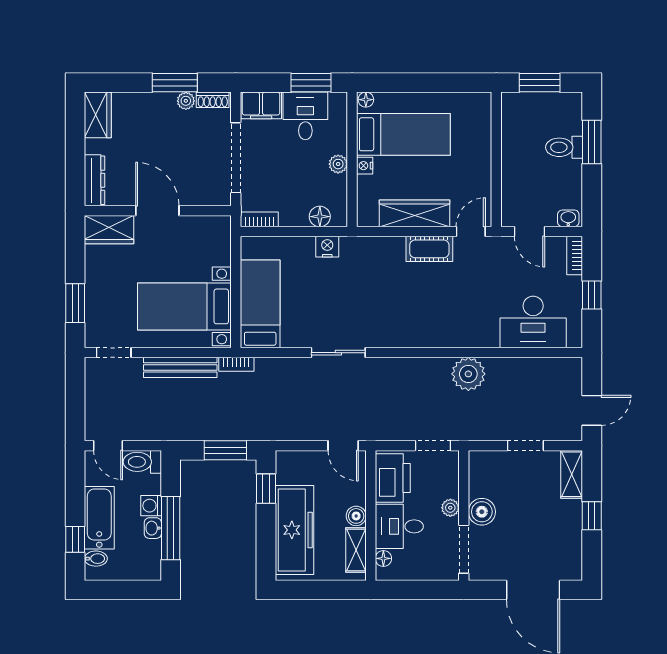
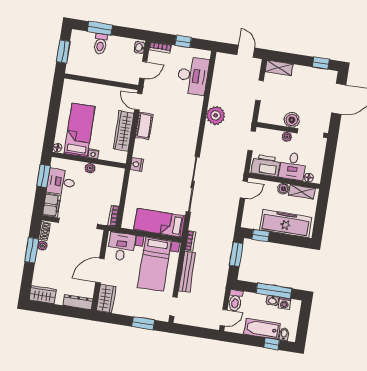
floor lamp: (320, 217) -> (117, 183), removed
desk: (206, 242) -> (121, 247), added
nightstand: (327, 247) -> (137, 164), moved
sliding door: (338, 353) -> (193, 184), width x1.86
washing machine: (151, 506) -> (284, 303), moved
window: (592, 516) -> (321, 63), moved

